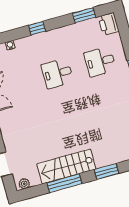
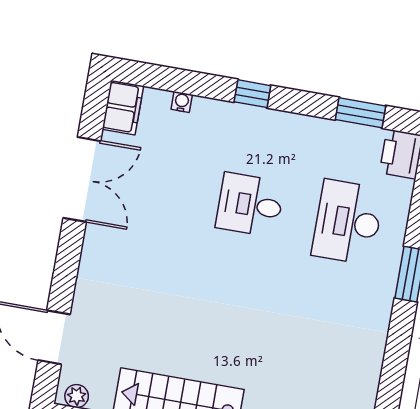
desk: (100, 62) -> (348, 222), width x1.37

